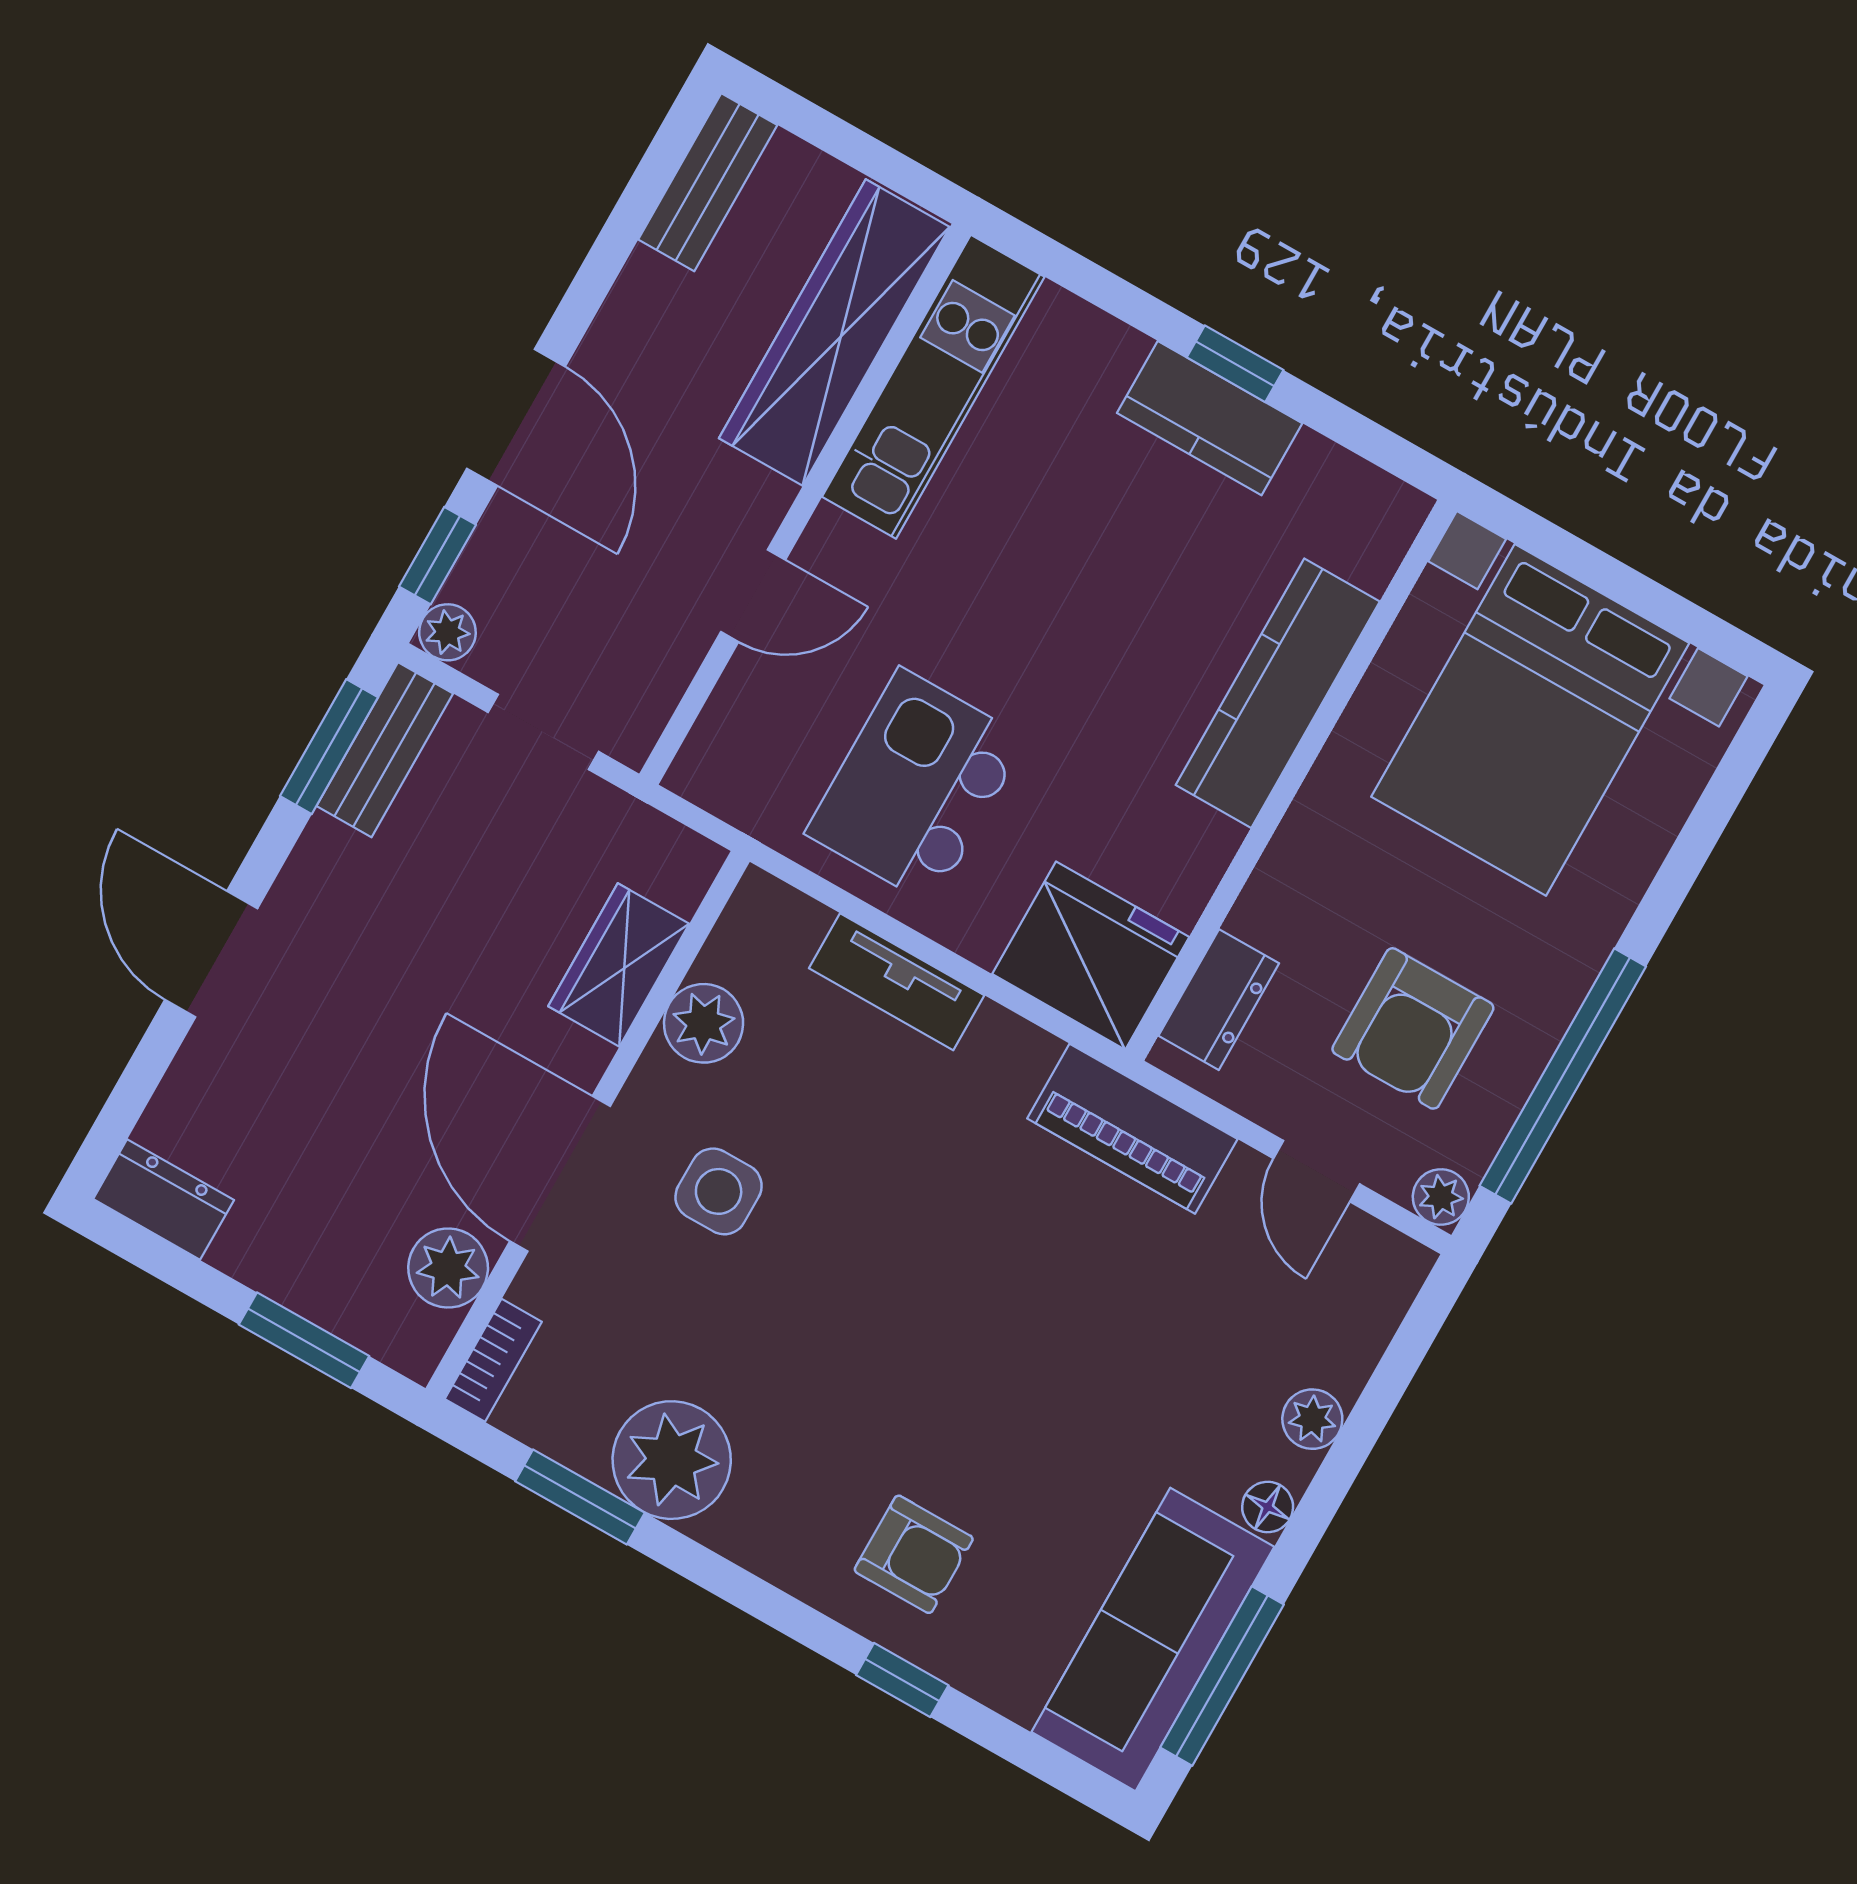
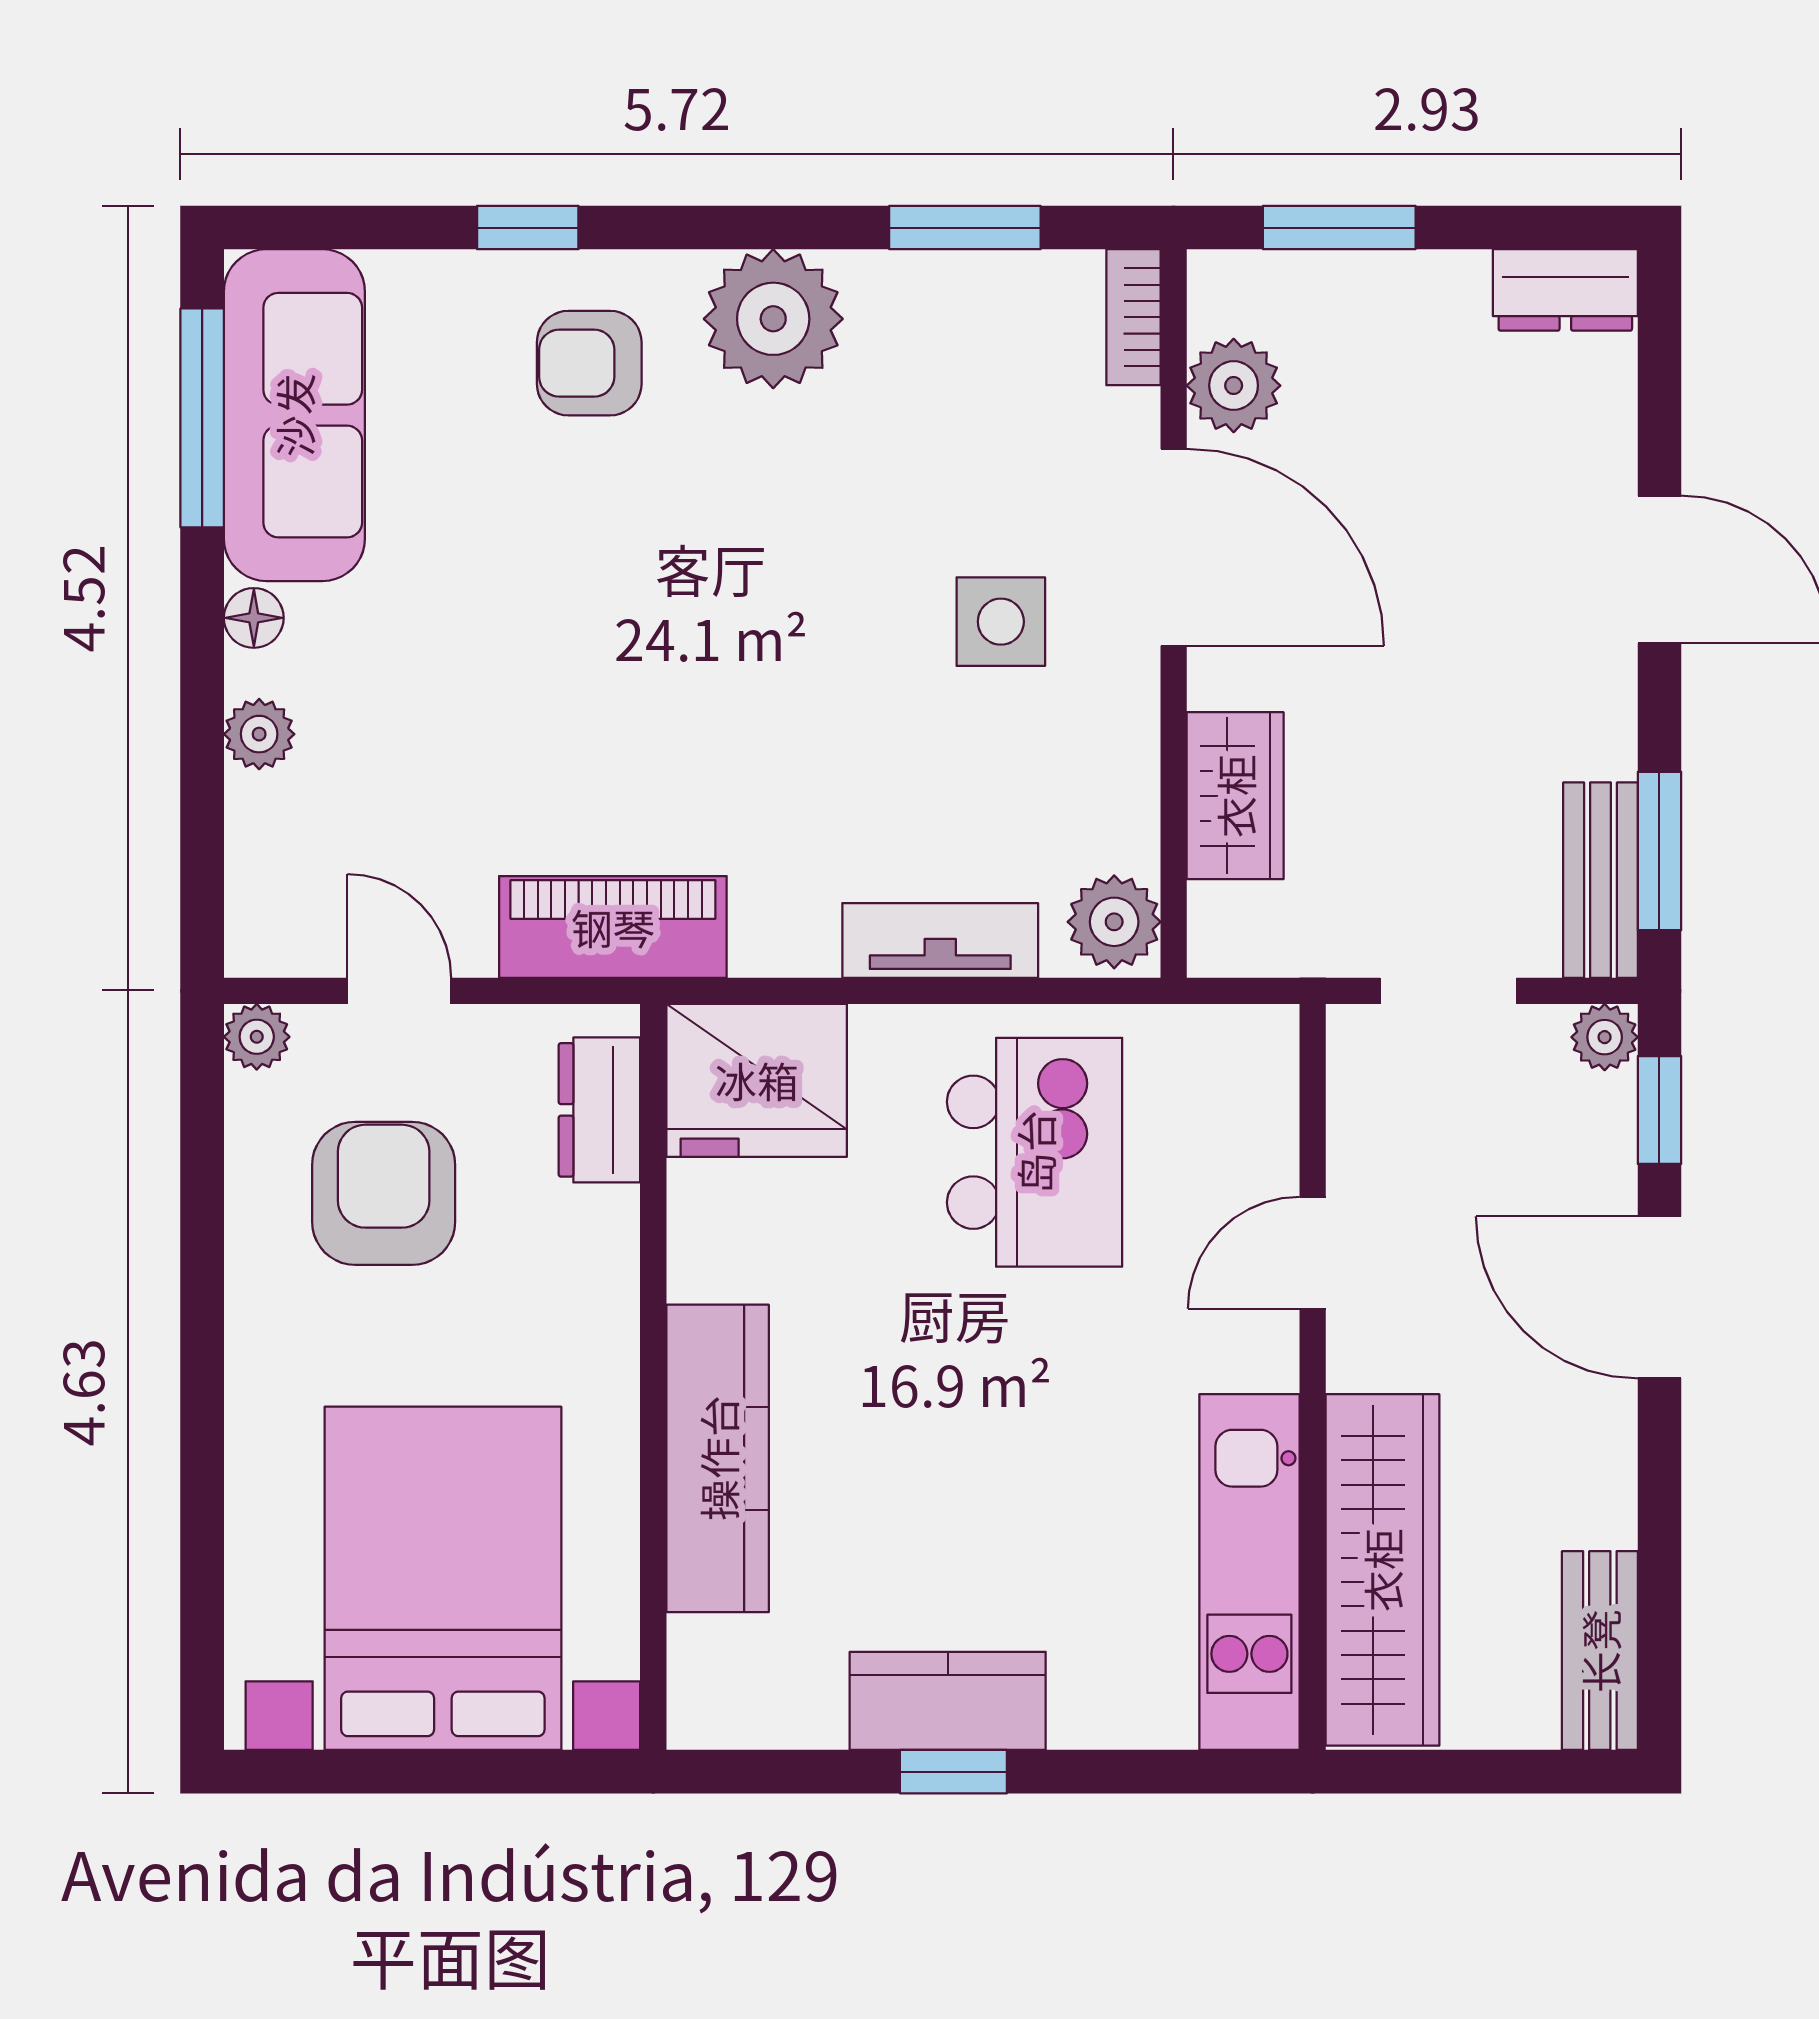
plant: (704, 1023) -> (1114, 922), moved
window: (1563, 1076) -> (202, 1232), removed
plant: (672, 1460) -> (773, 319), moved

